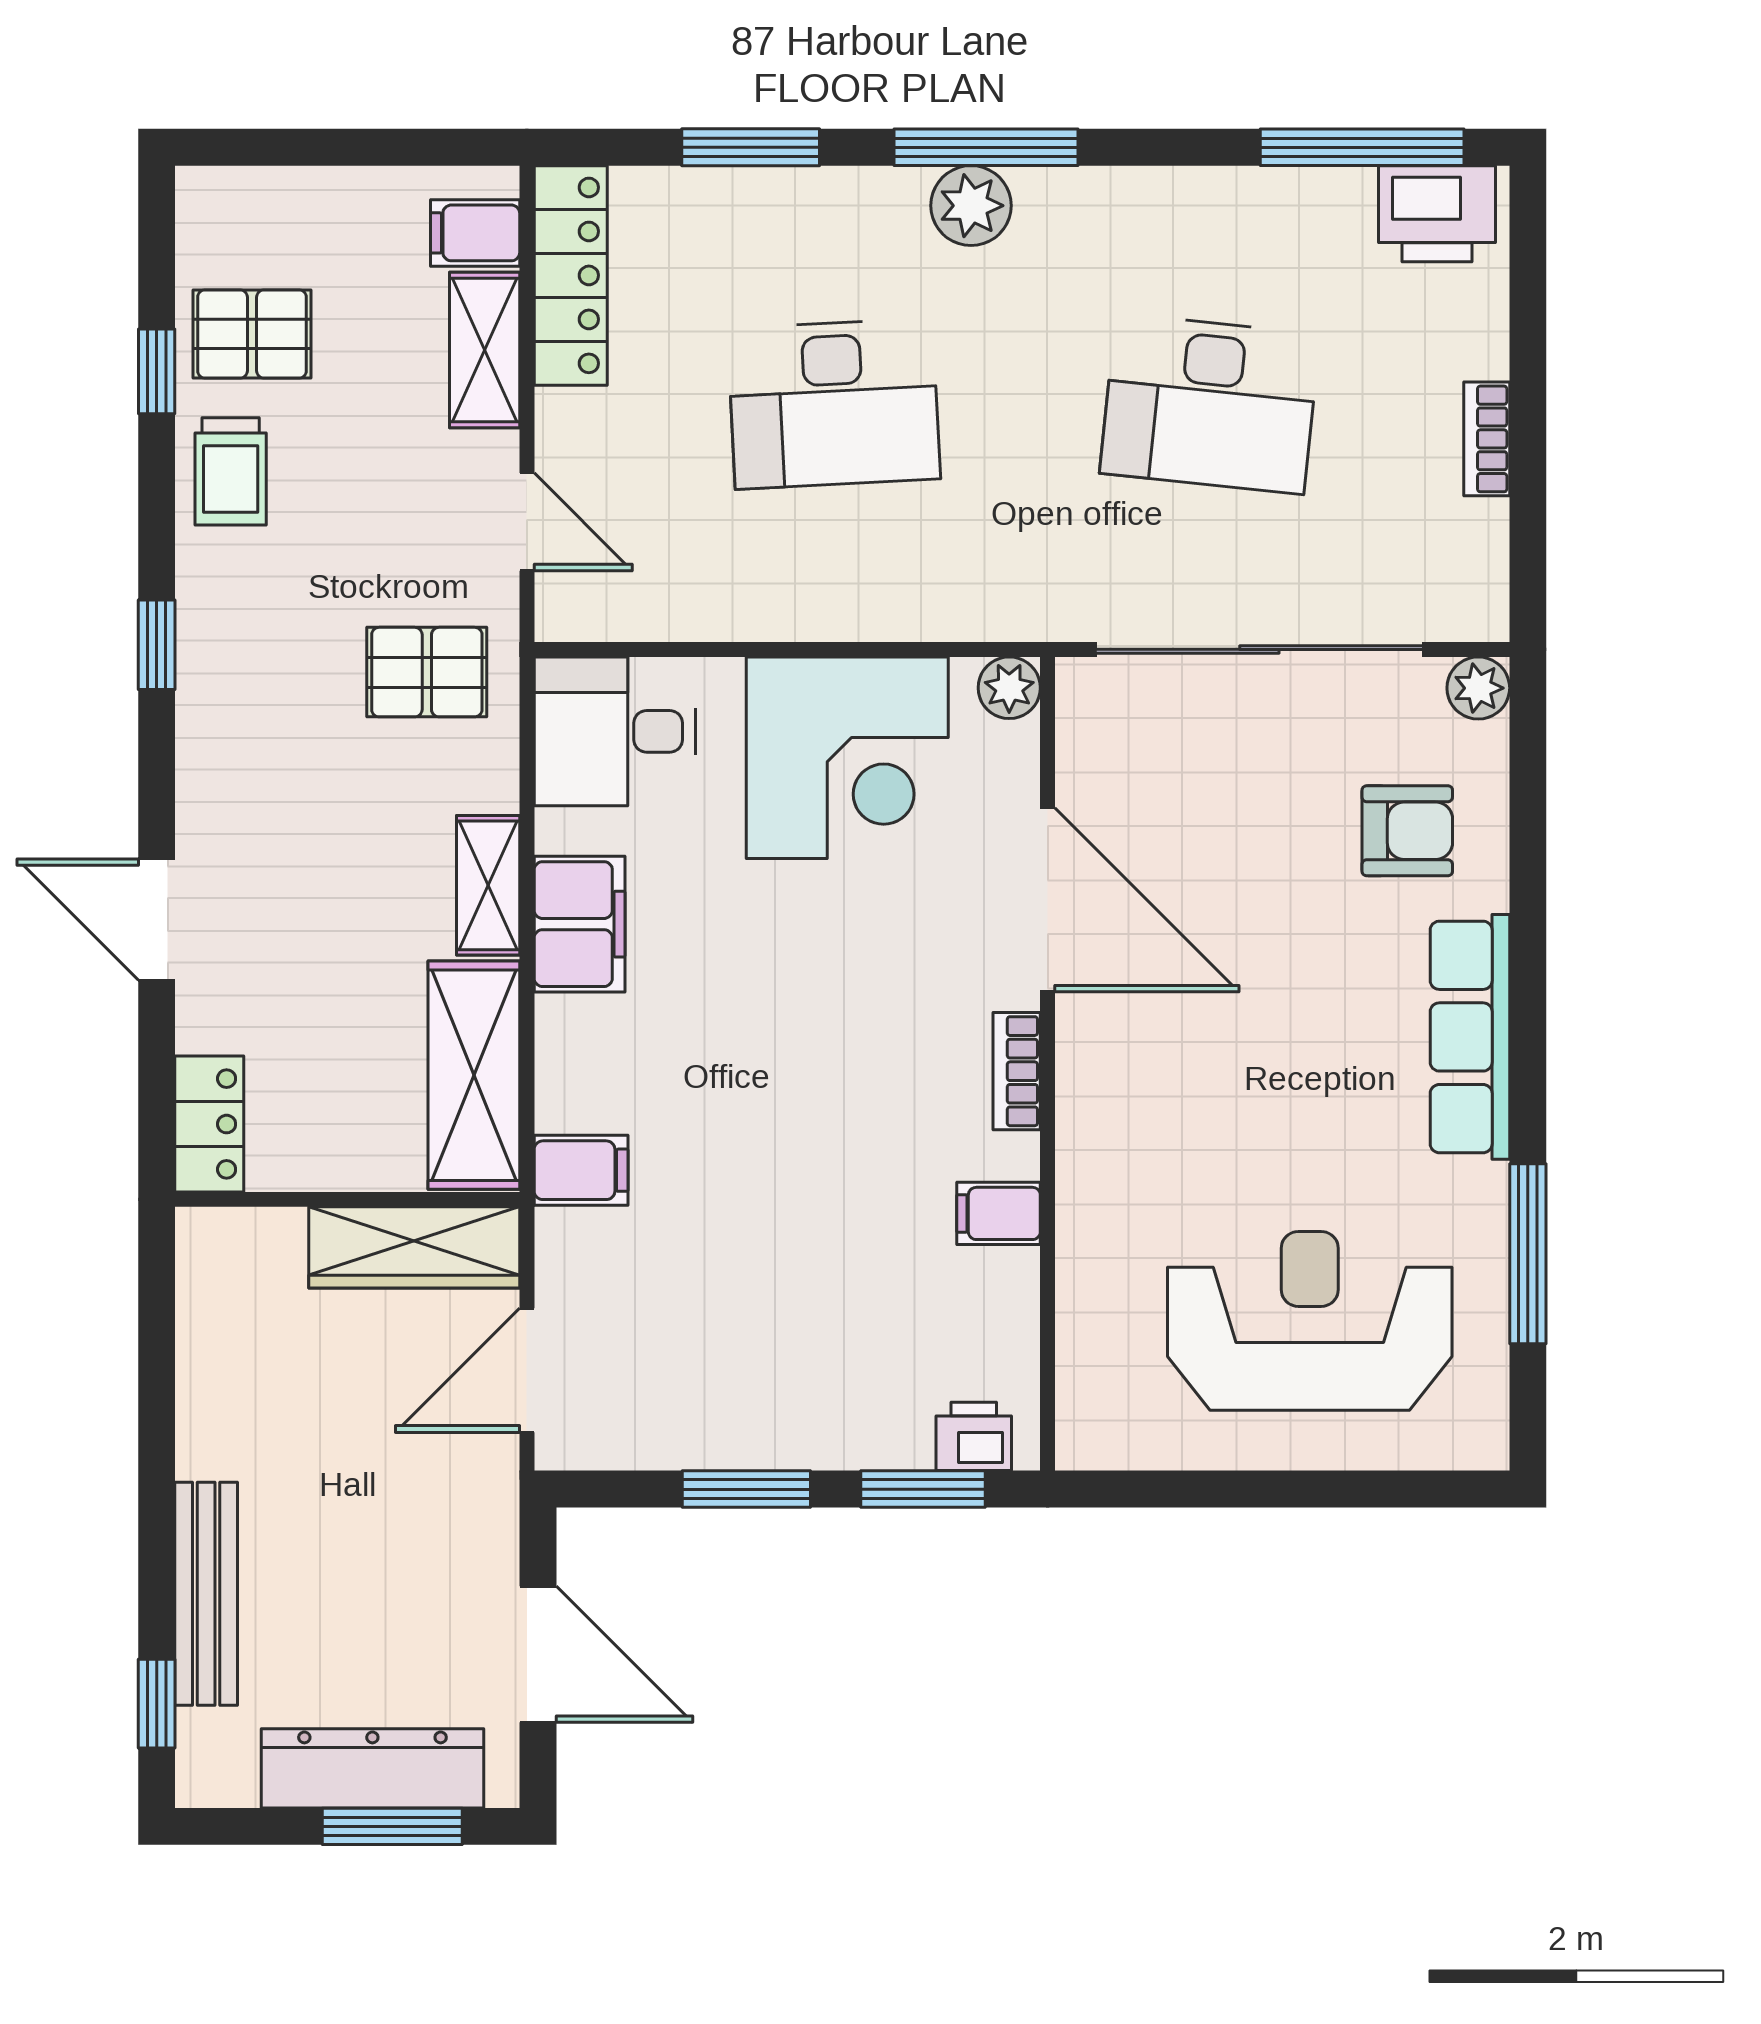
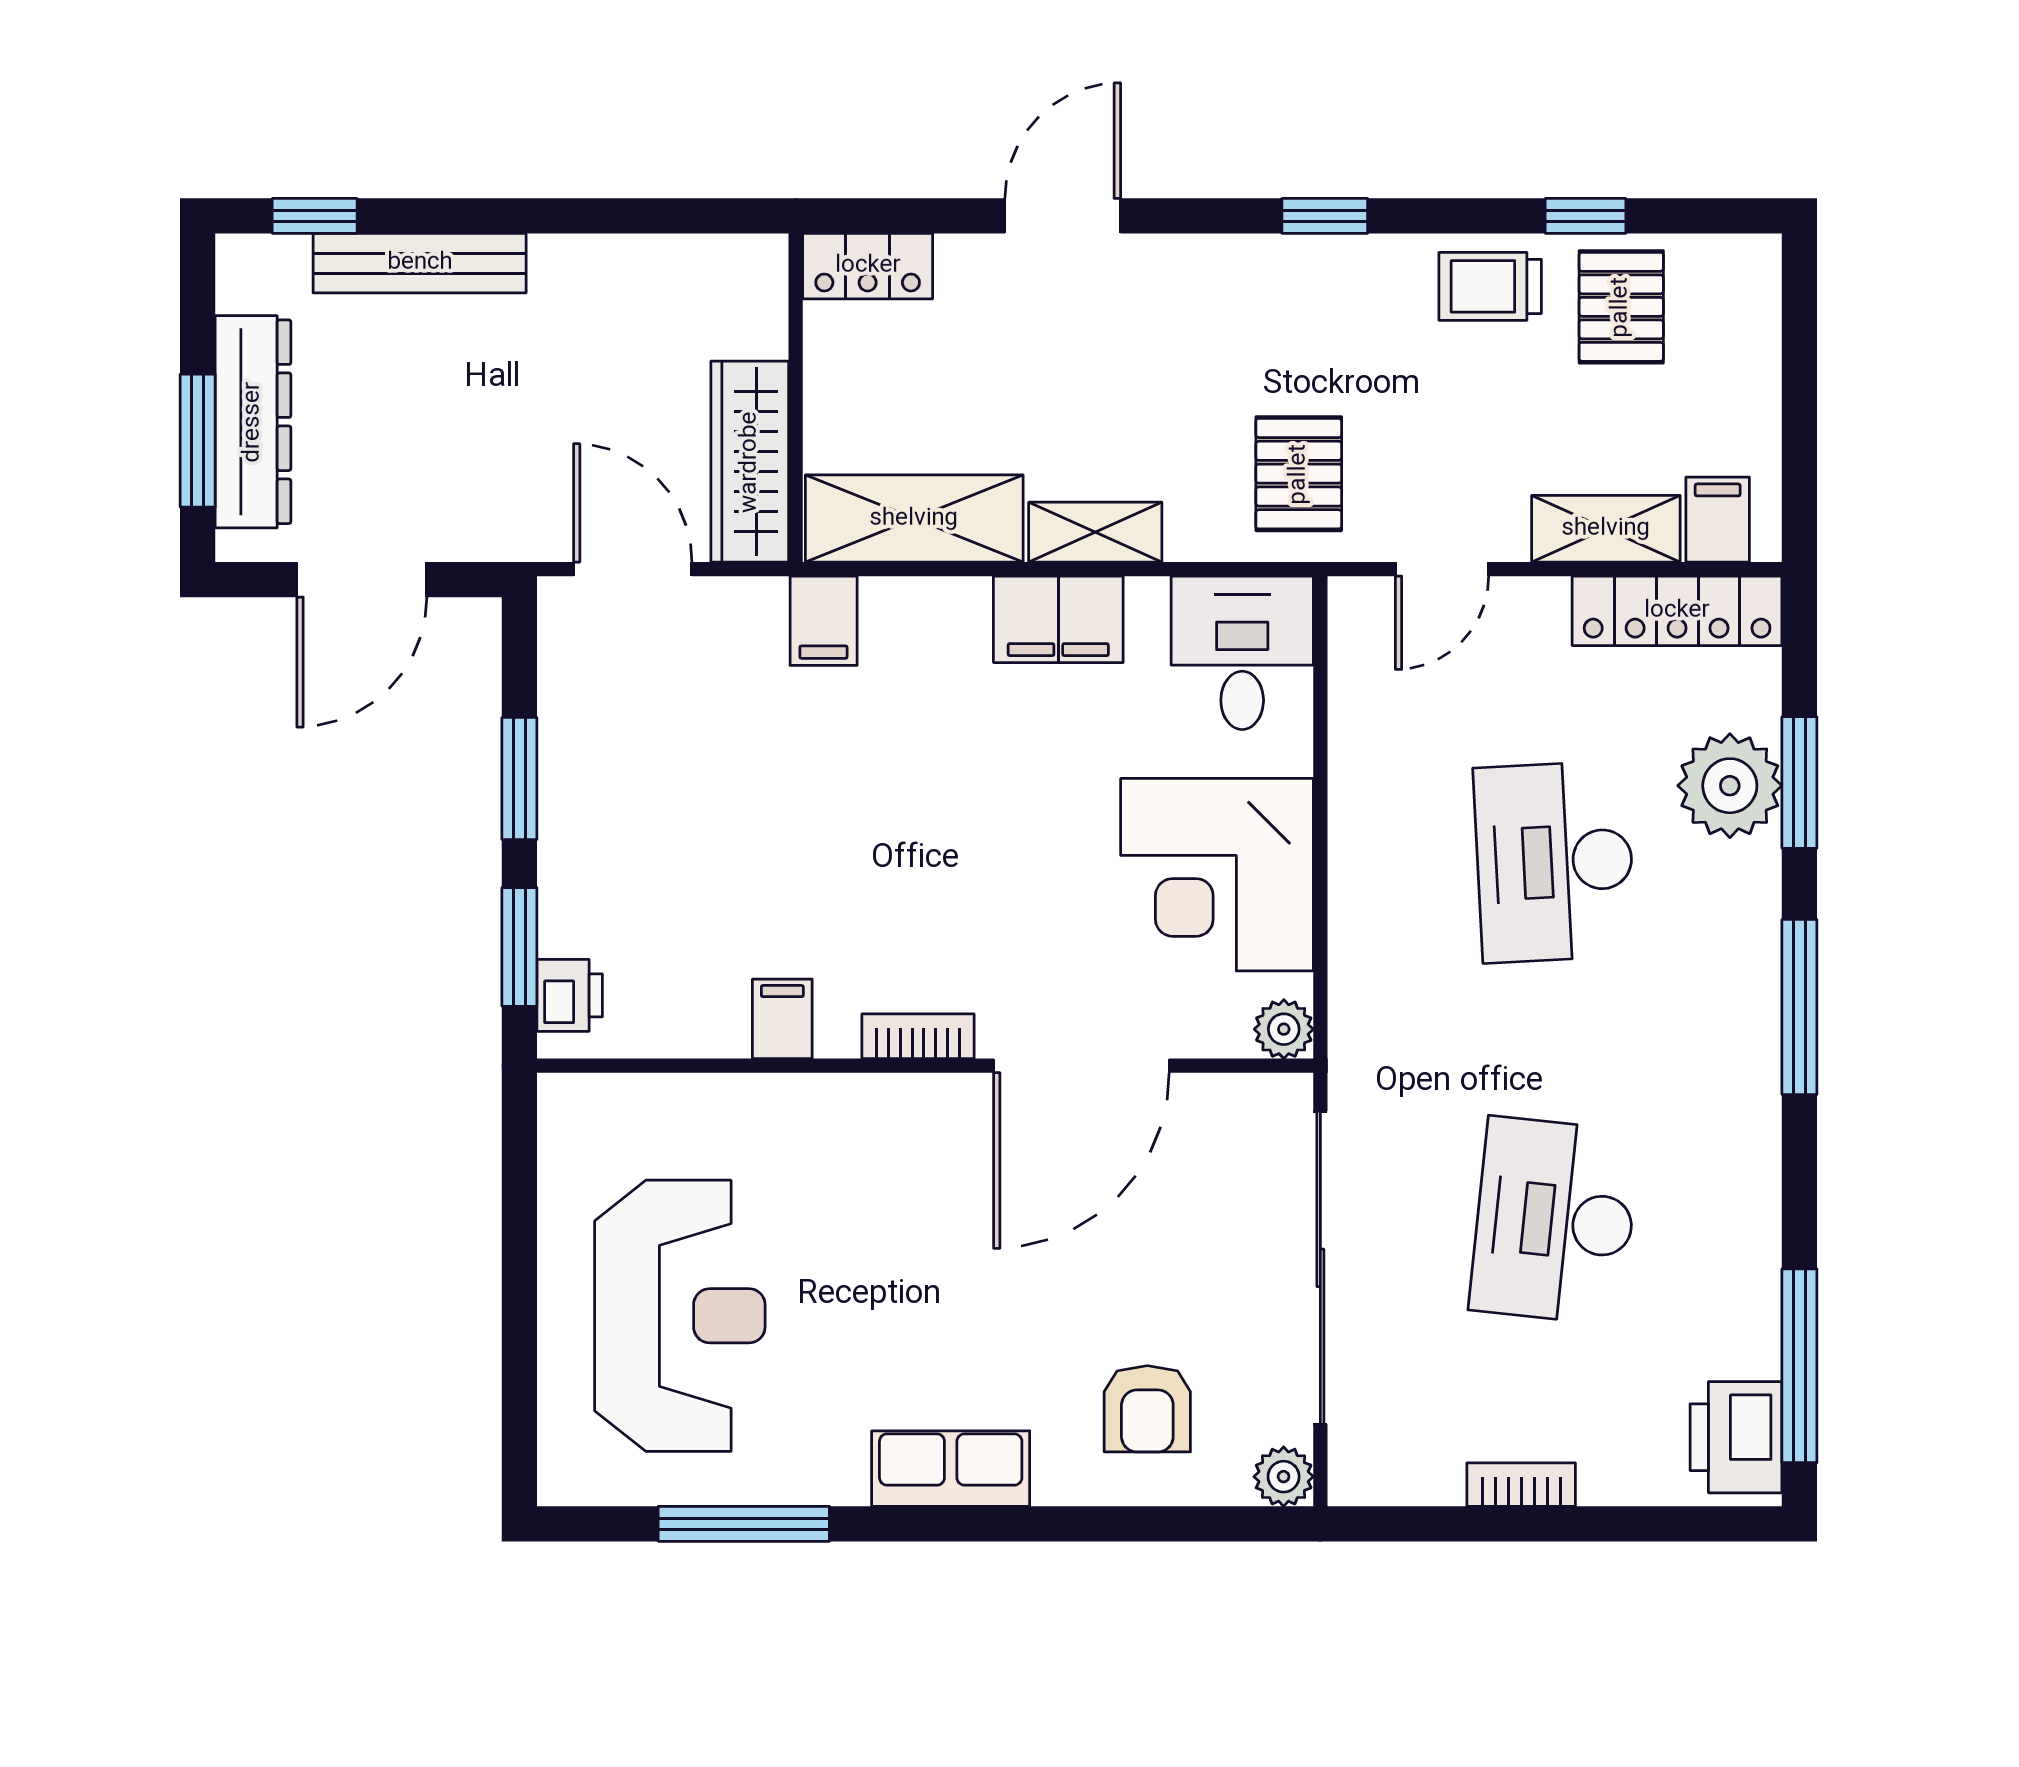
plant: (971, 206) -> (1730, 786), moved, width x1.36, depth x1.36
row of seats: (1470, 1037) -> (951, 1469), width x0.68

